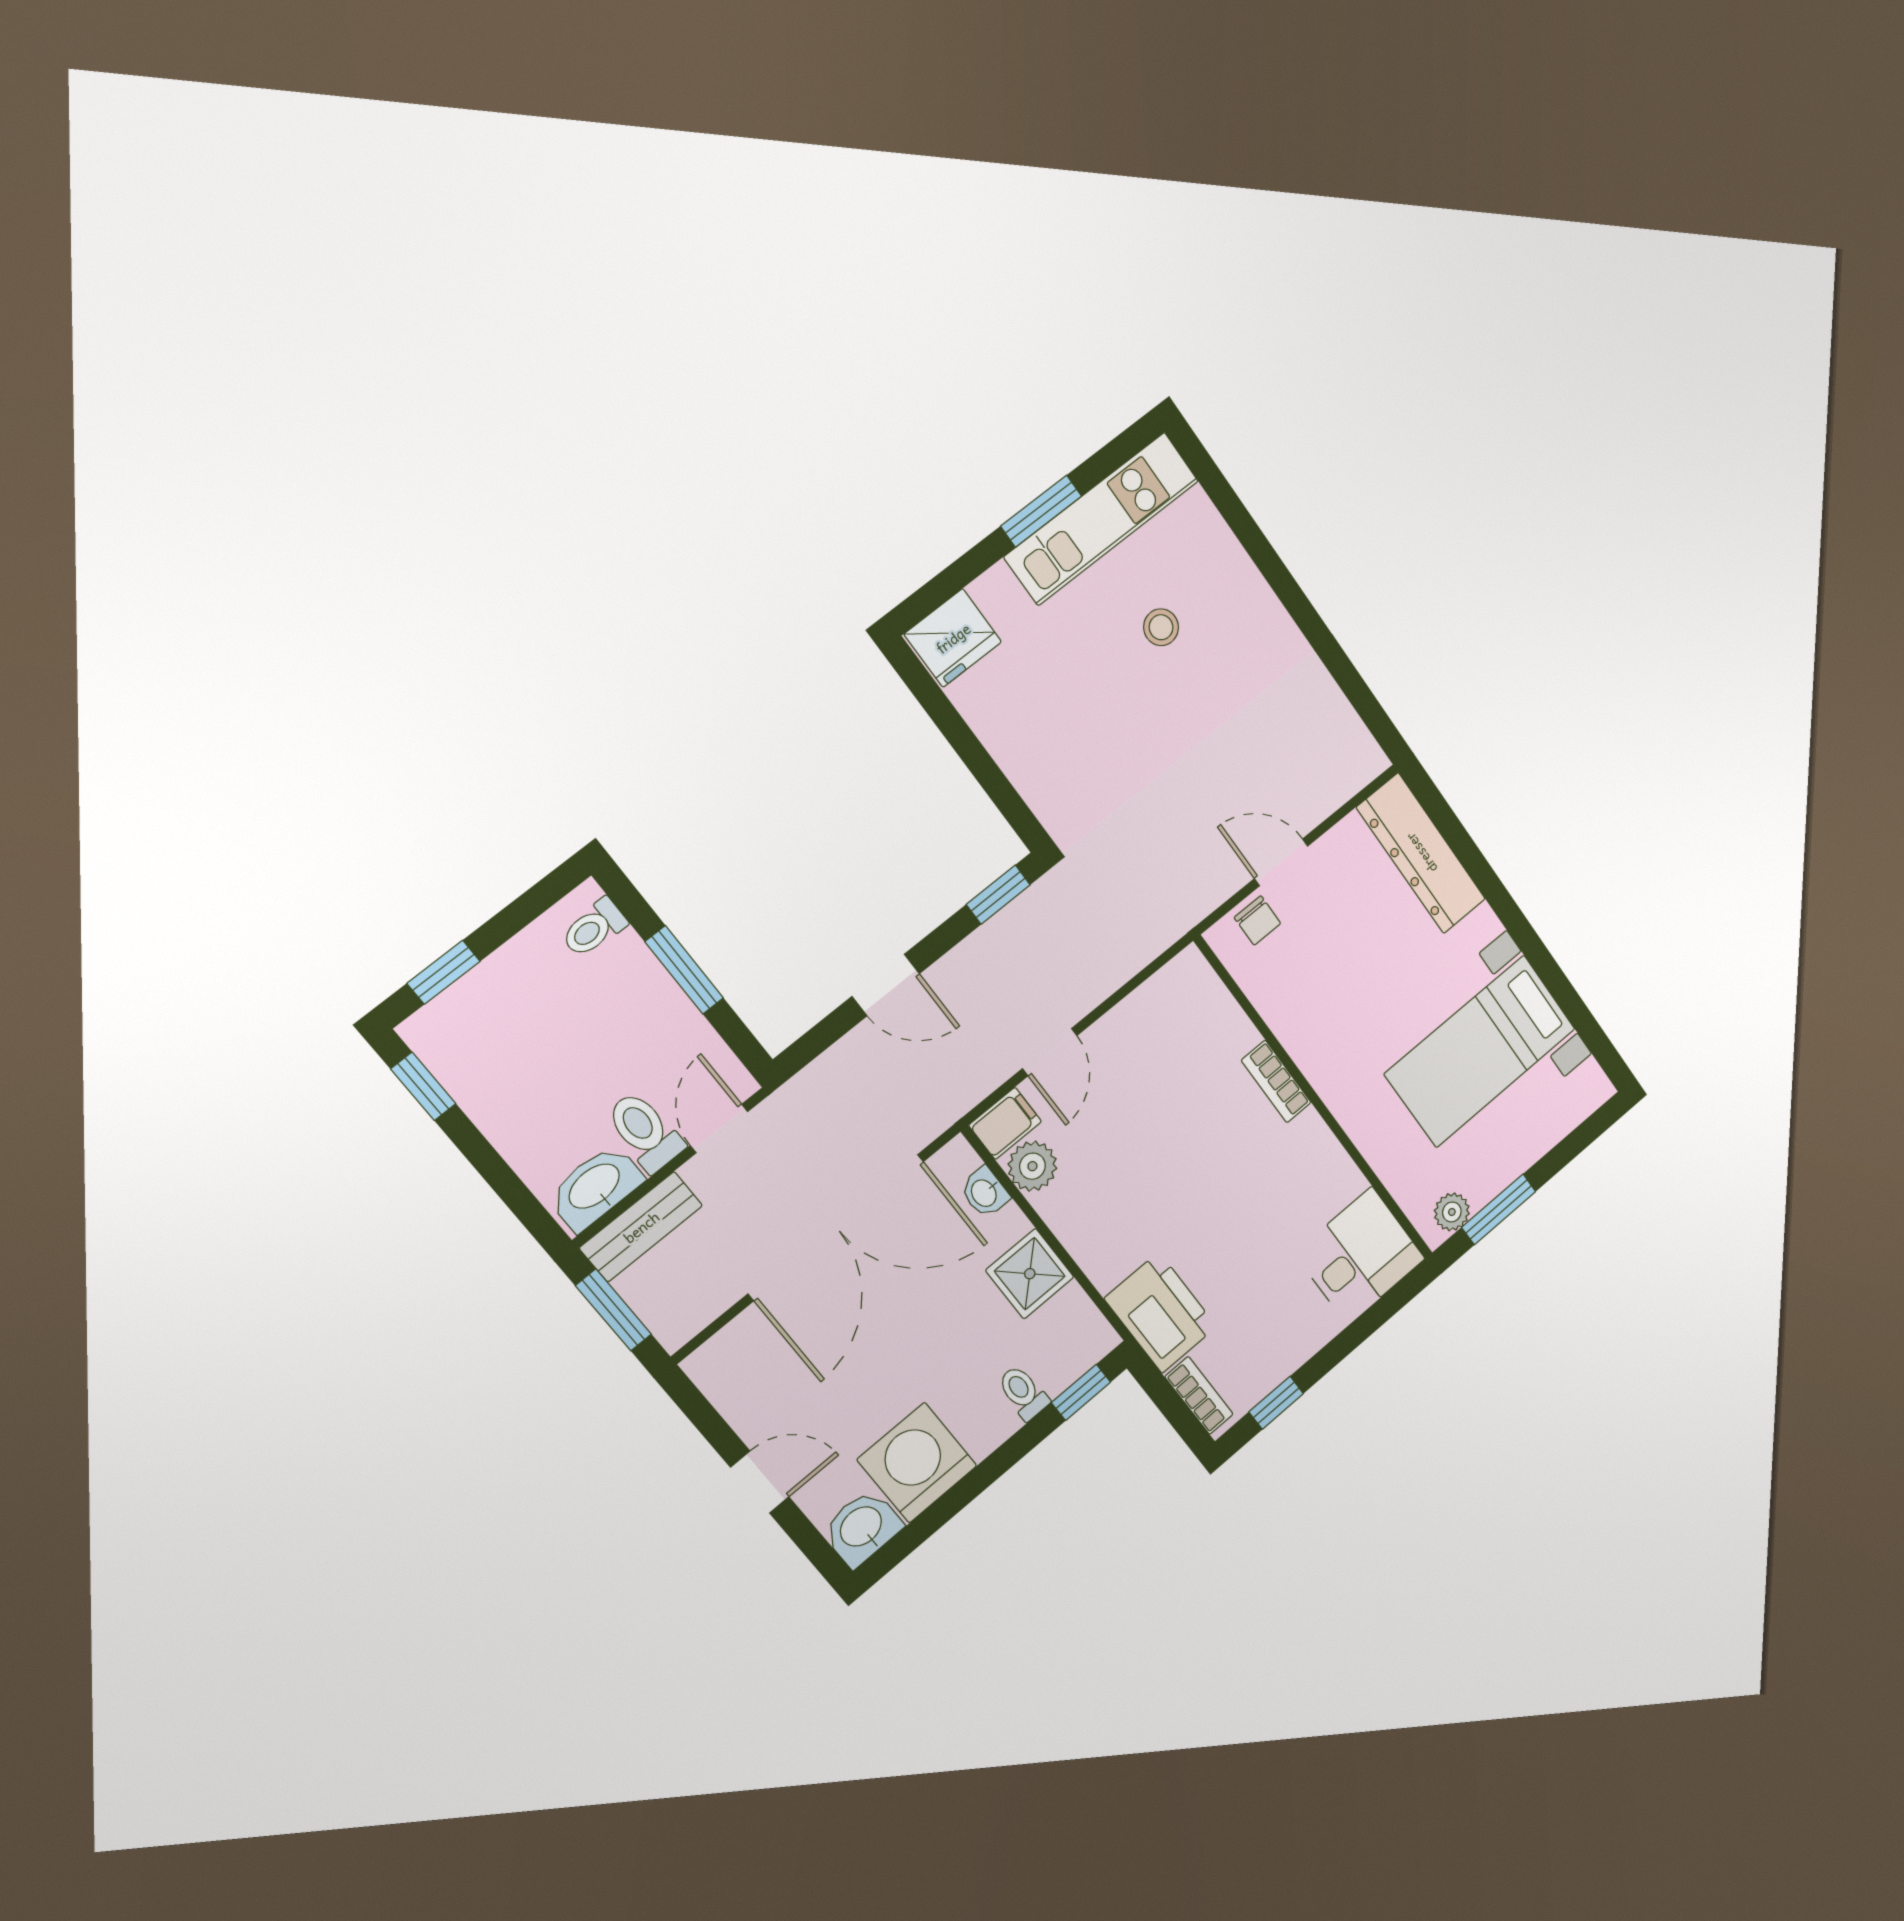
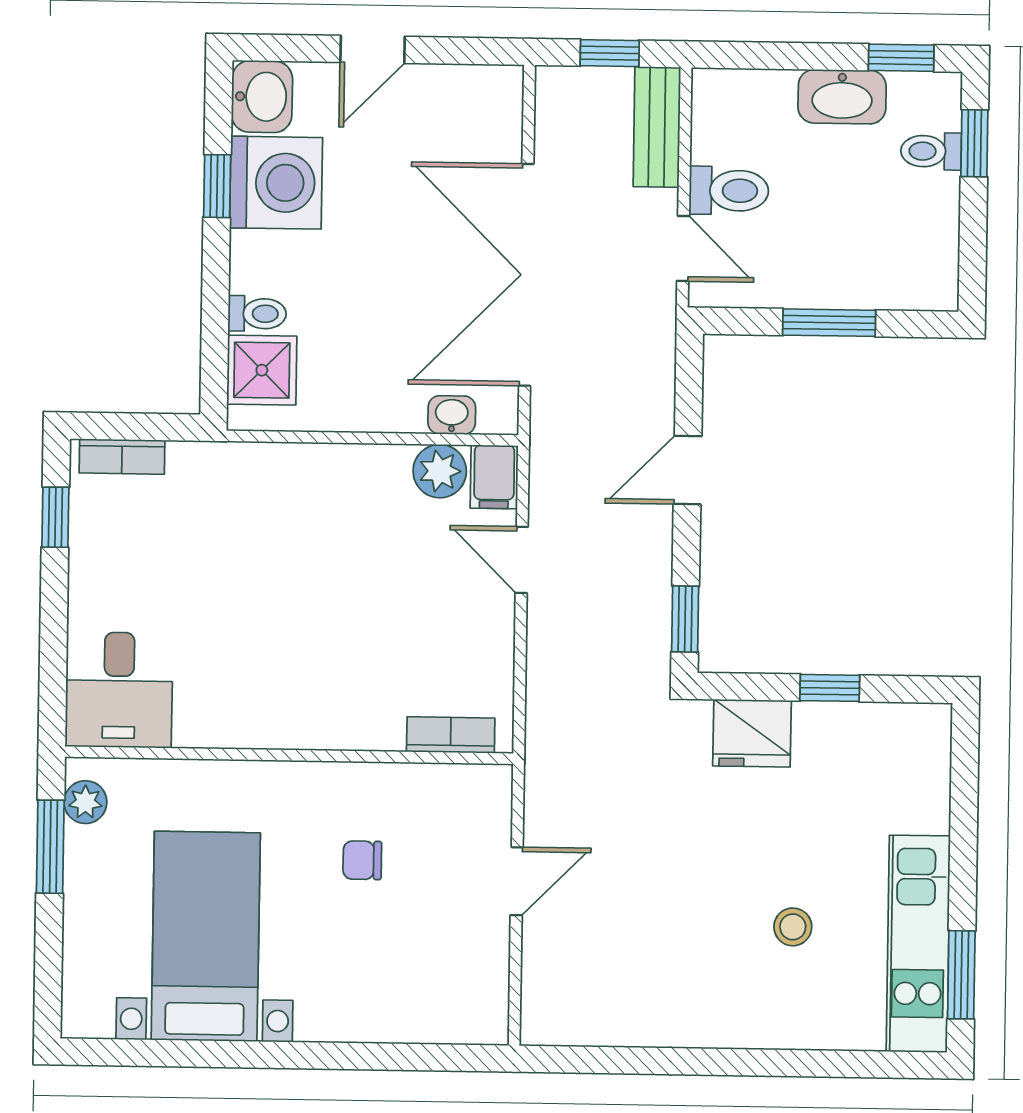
window: (1041, 511) -> (961, 975), moved
fridge: (953, 638) -> (752, 733), moved, turned -90
window: (964, 742) -> (830, 688), added
dresser: (1421, 853) -> (423, 1013), removed
chair: (1257, 920) -> (362, 860), moved
toilet: (594, 928) -> (931, 151), moved, turned -90
bookcase: (1276, 1082) -> (451, 735), moved
washbasin: (595, 1187) -> (842, 97), moved, turned 90
shower: (1030, 1274) -> (262, 370), moved
window: (613, 1310) -> (610, 53), width x0.67
printer: (1161, 1313) -> (223, 480), removed
window: (1081, 1392) -> (217, 186), moved

